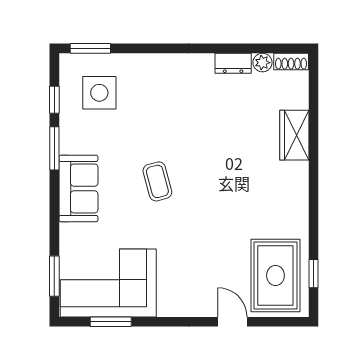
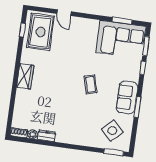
side table: (99, 93) -> (112, 131), turned 45
window: (54, 100) -> (143, 68), moved
wardrobe: (294, 135) -> (25, 76), moved
sofa: (78, 188) -> (127, 97), moved

